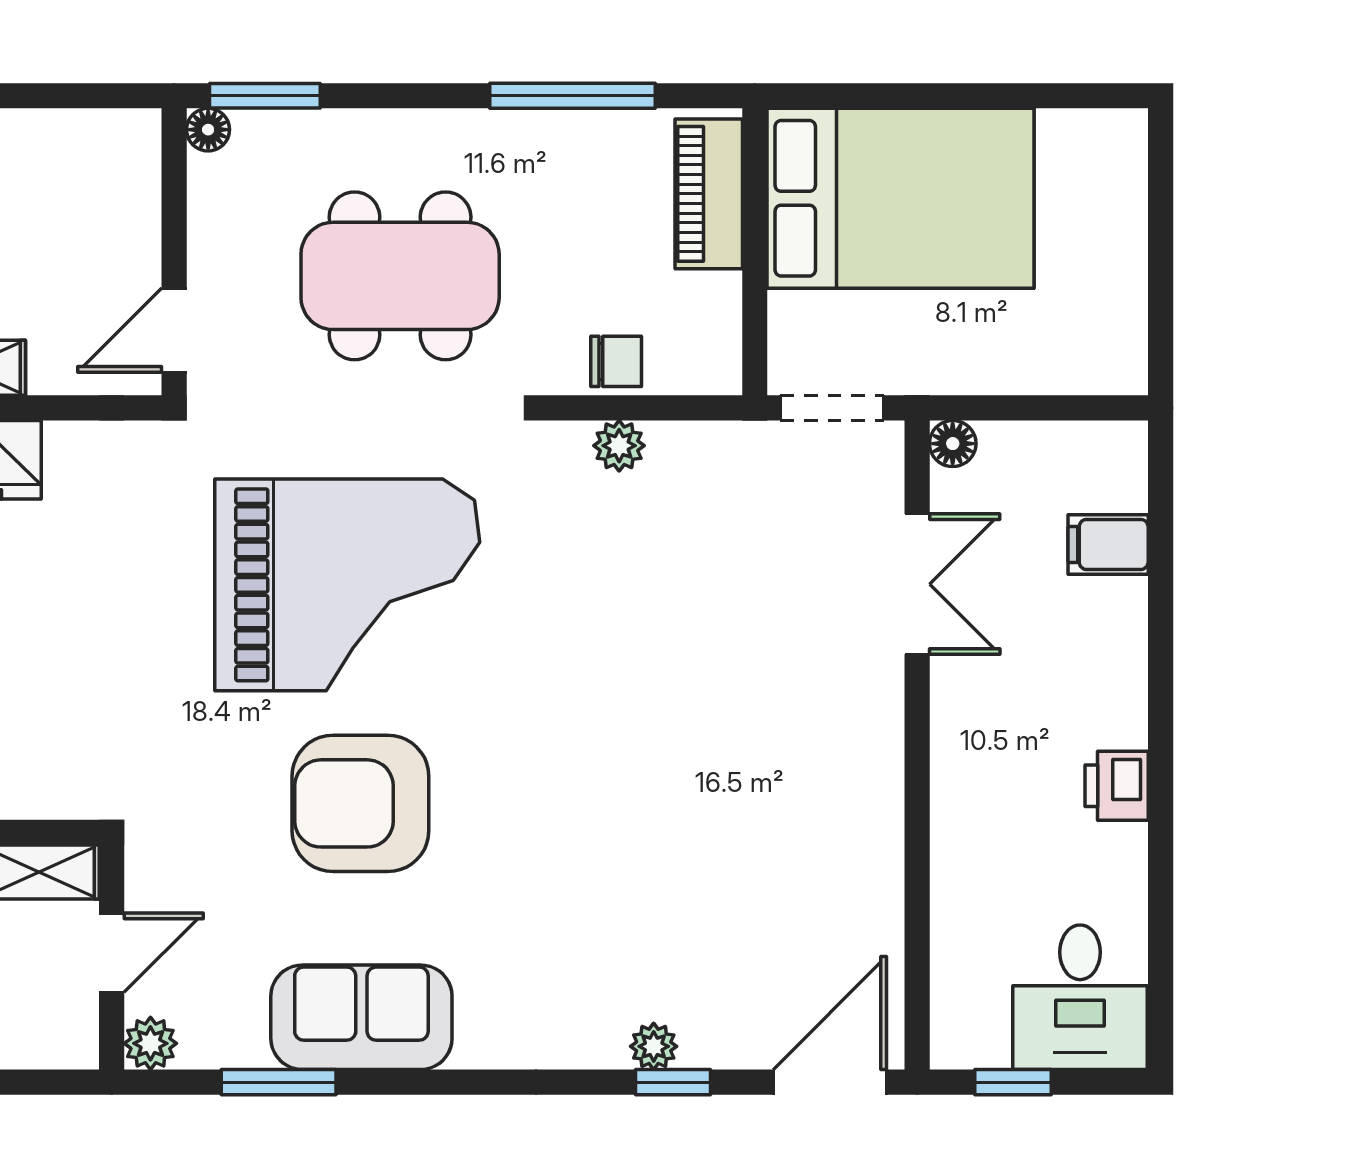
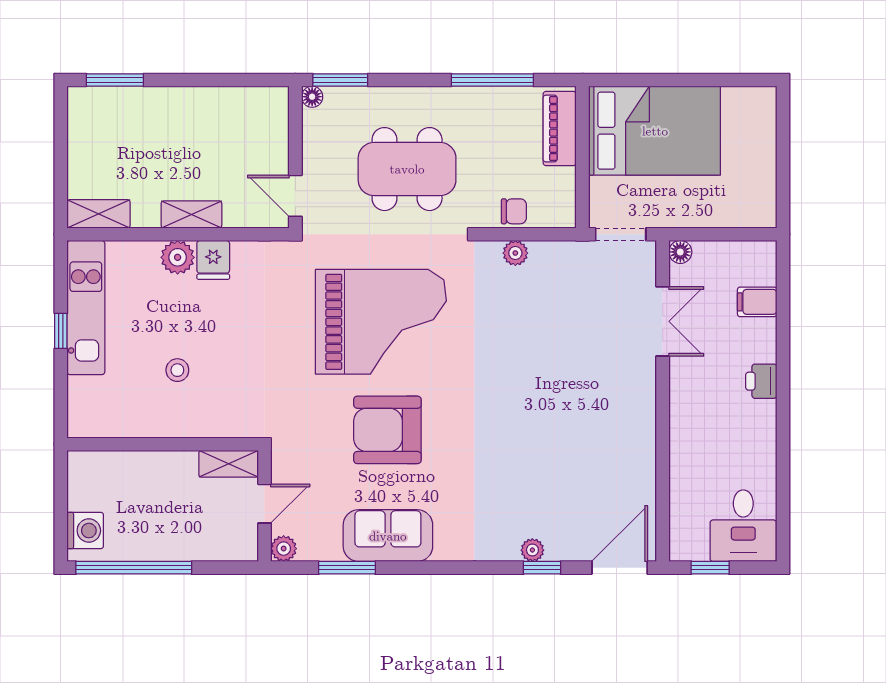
door: (174, 330) -> (295, 196), hinge flipped
printer: (1117, 786) -> (761, 381), moved

